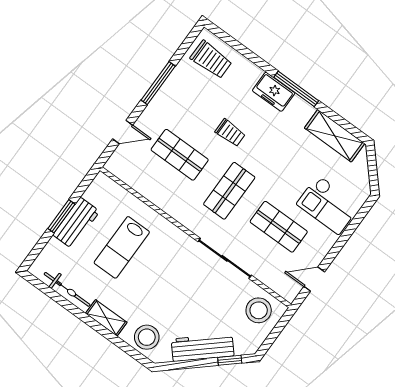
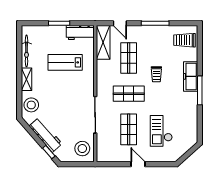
trolley: (211, 60) -> (184, 40), turned 90
freezer: (274, 92) -> (191, 76), width x1.40
shelving: (335, 136) -> (103, 42), moved
checkout: (328, 205) -> (161, 131), moved
workbench: (76, 223) -> (80, 33), moved
door: (314, 279) -> (138, 164), moved

